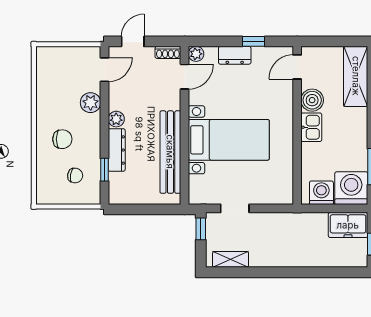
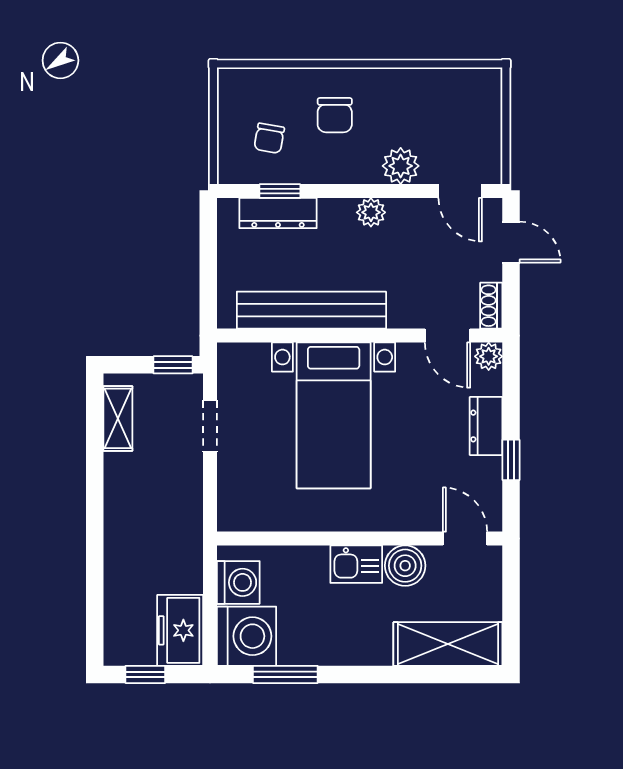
dresser: (117, 150) -> (278, 213), moved

